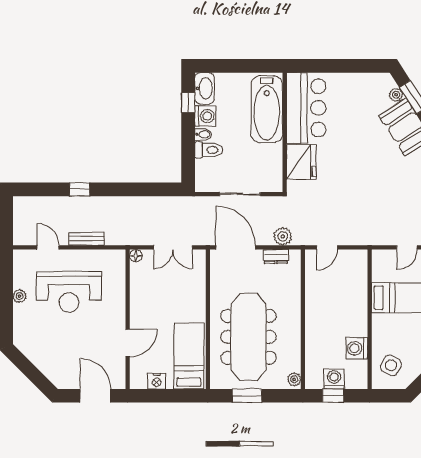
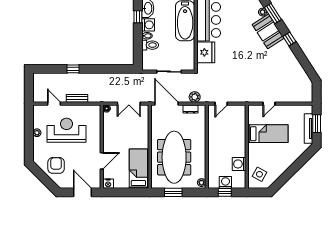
reception desk: (69, 292) -> (67, 130), turned 180
armchair: (51, 351) -> (56, 165), added
nightstand: (157, 381) -> (108, 184), moved

